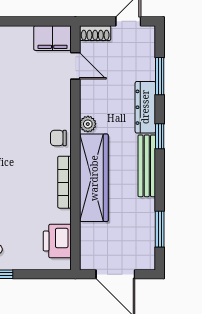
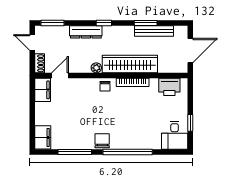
window: (160, 76) -> (52, 23), moved
bench: (147, 166) -> (154, 31), moved
window: (160, 229) -> (146, 23), moved

